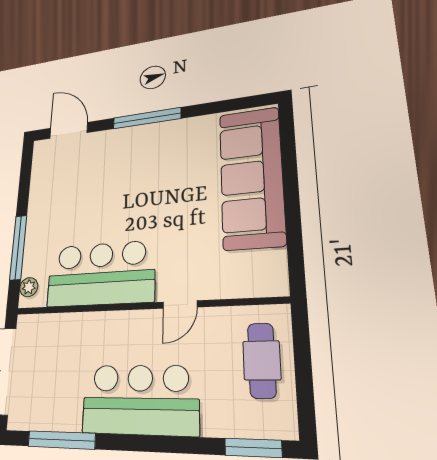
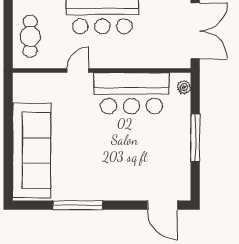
window: (147, 118) -> (78, 205), moved
window: (18, 247) -> (195, 138), moved

